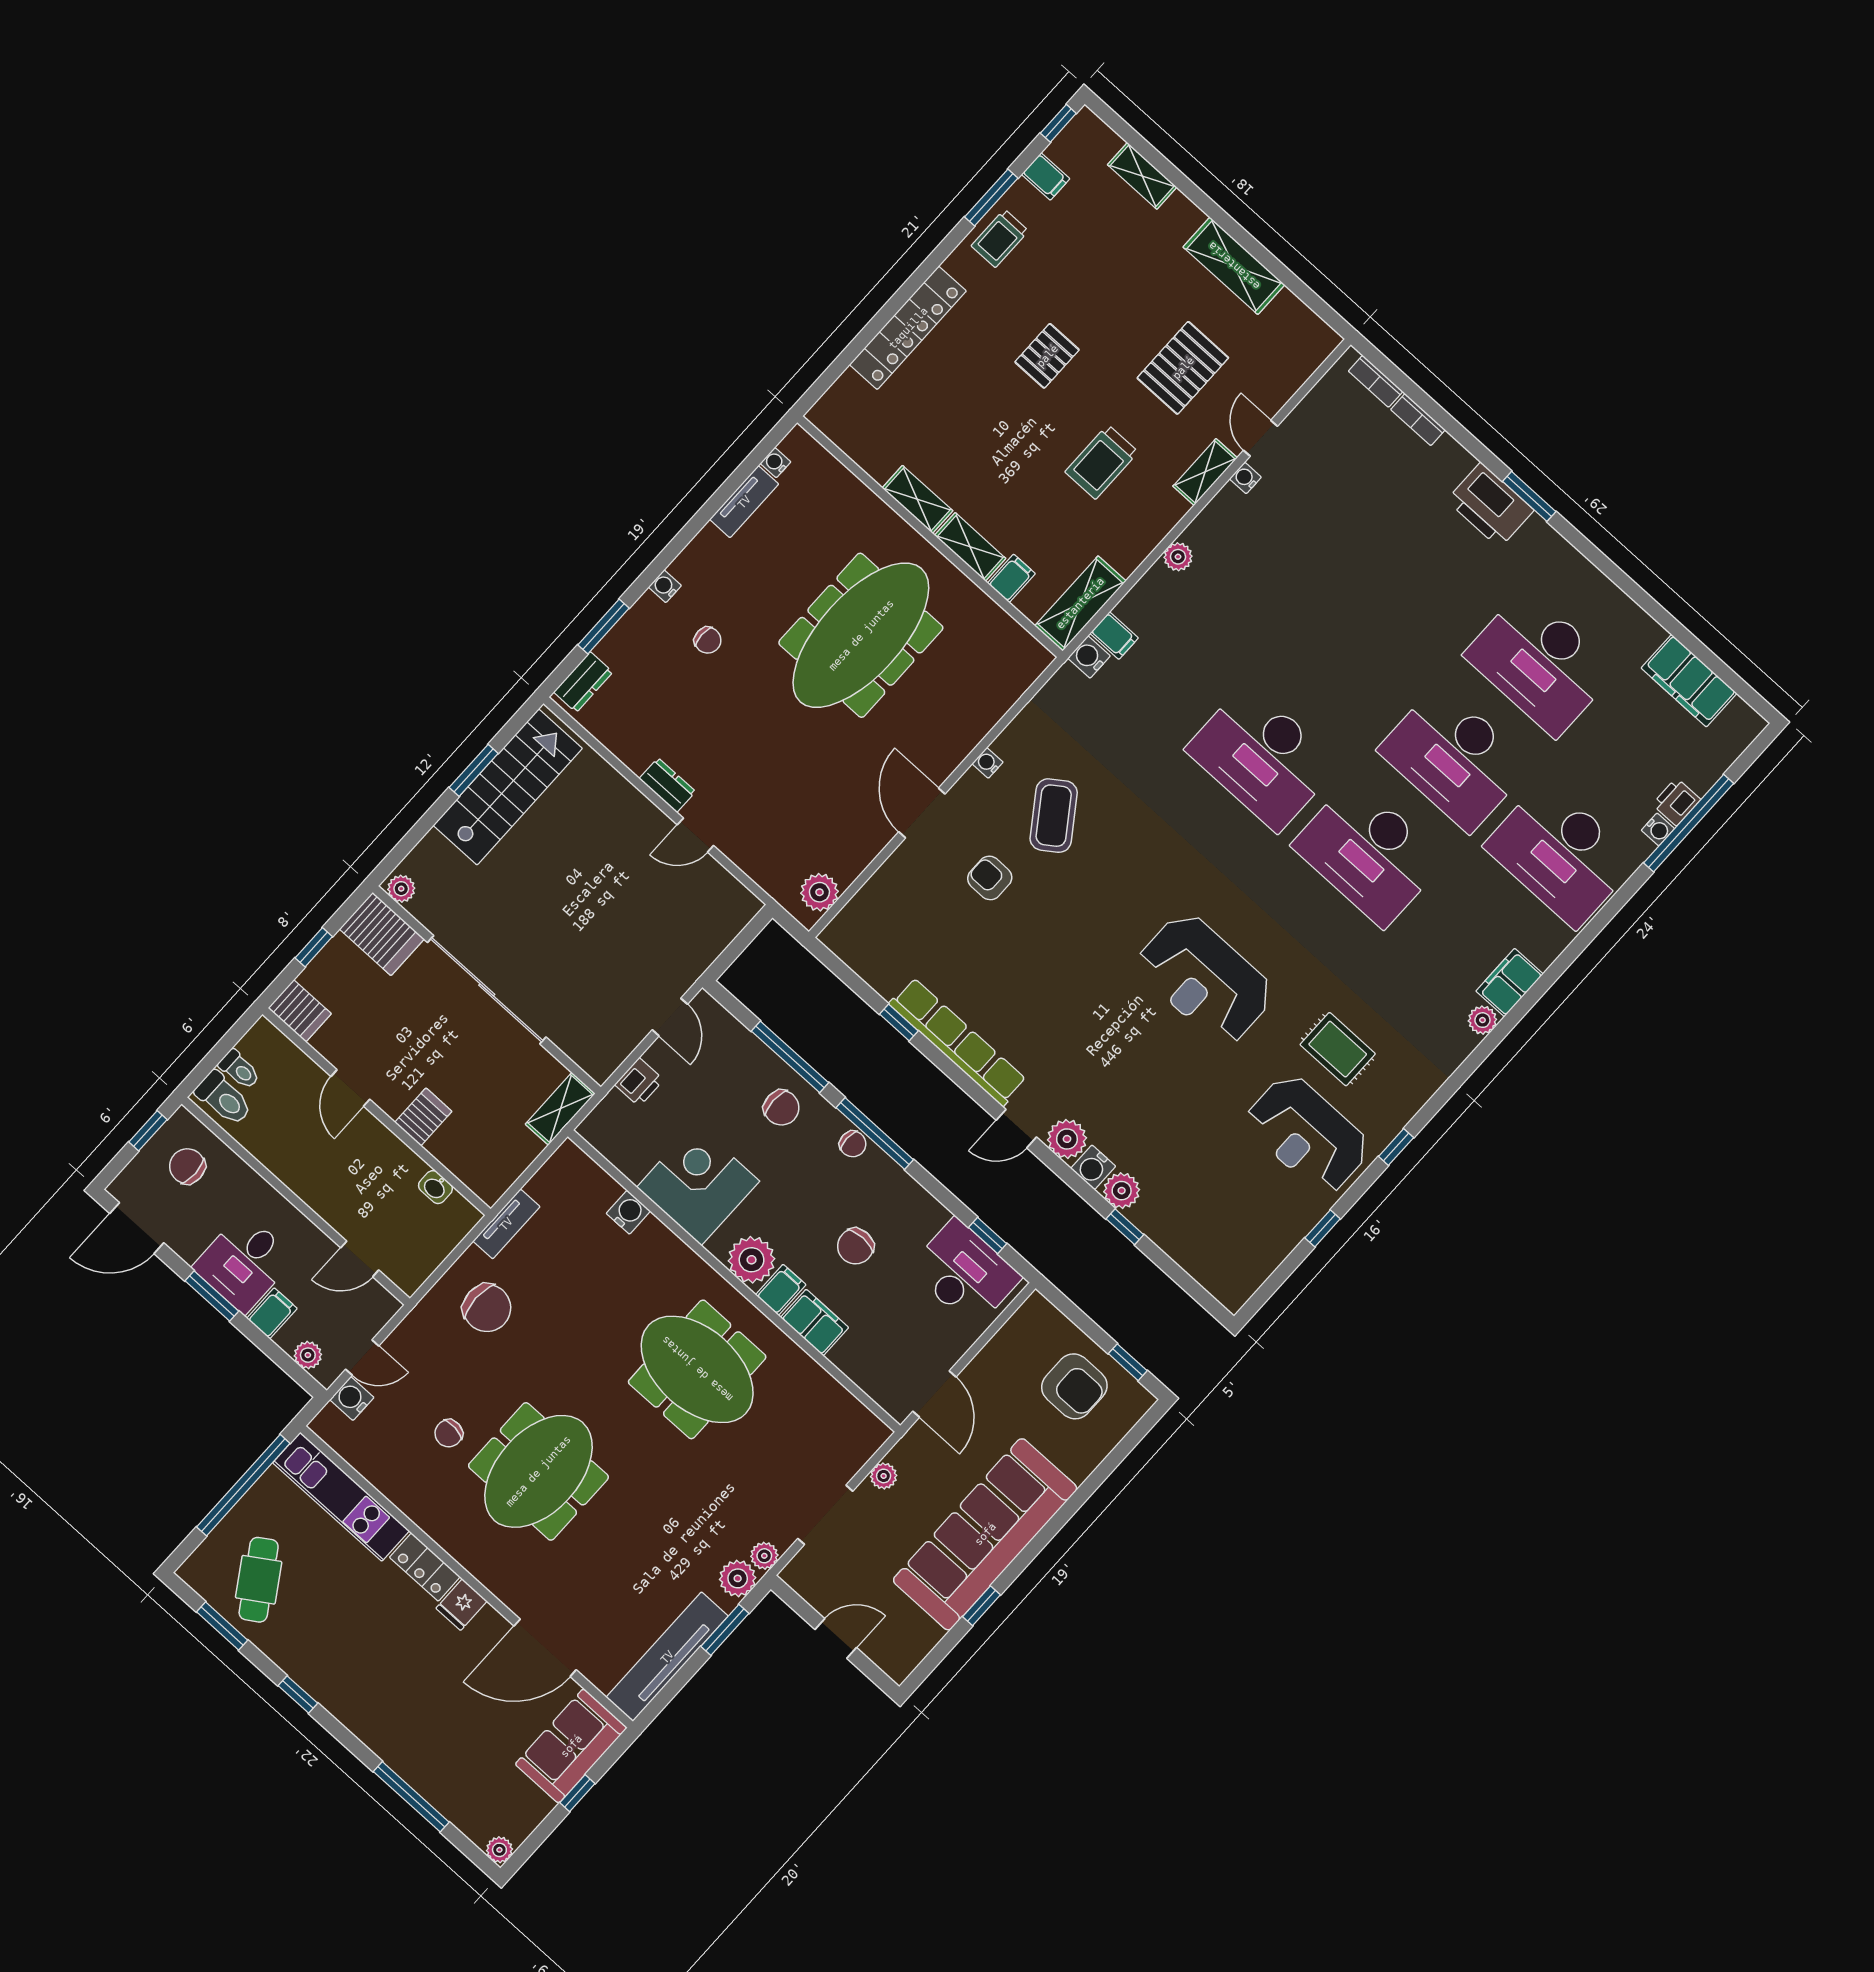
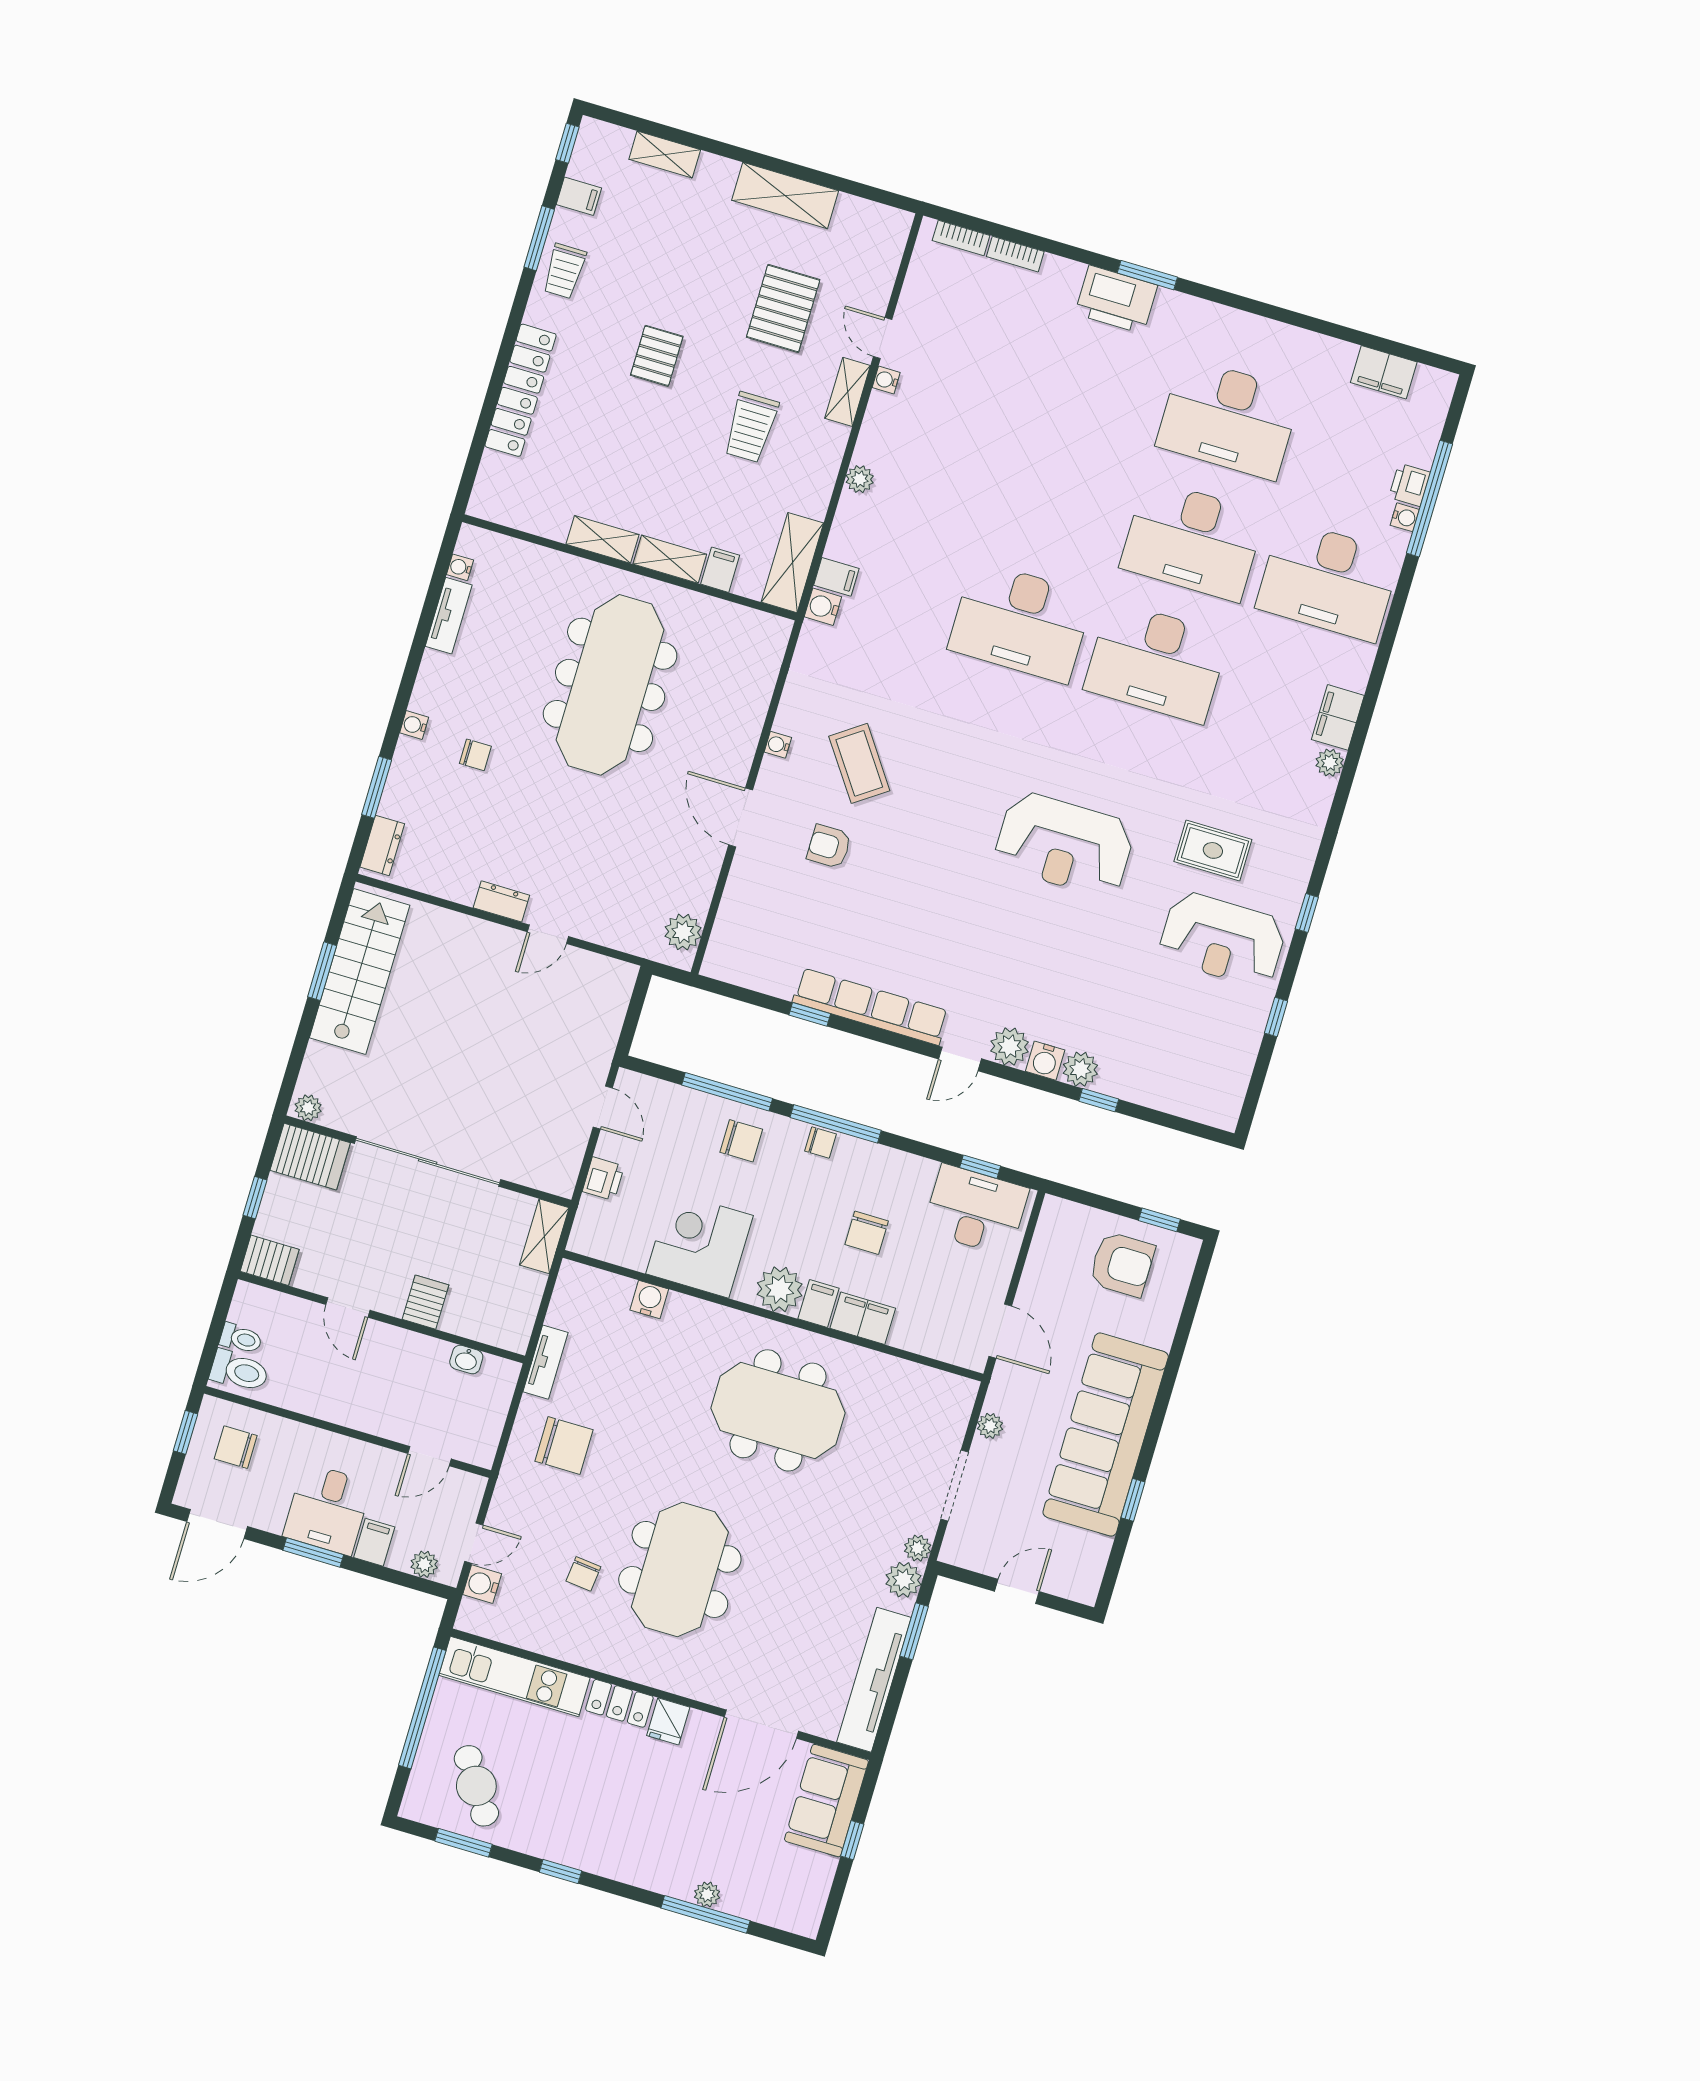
filing cabinet: (1689, 681) -> (1384, 372), width x0.67, depth x0.86
plant: (499, 1850) -> (707, 1894), moved

